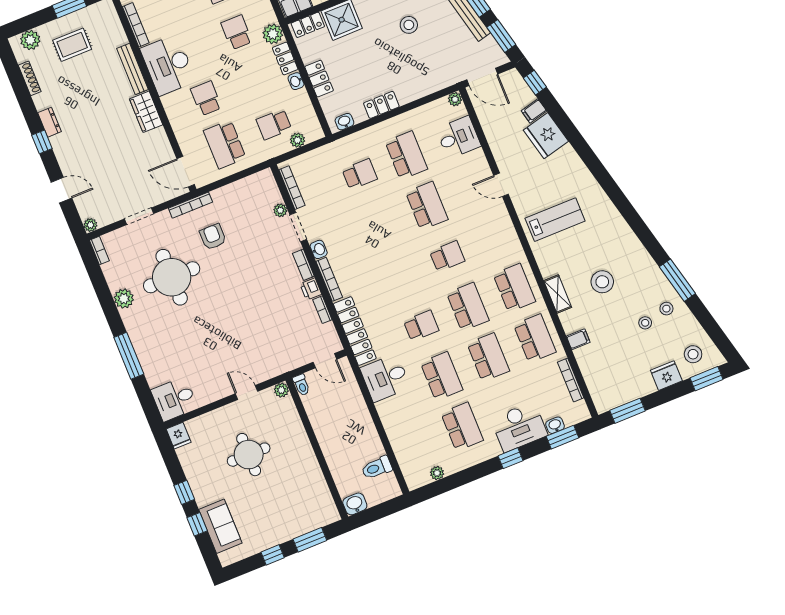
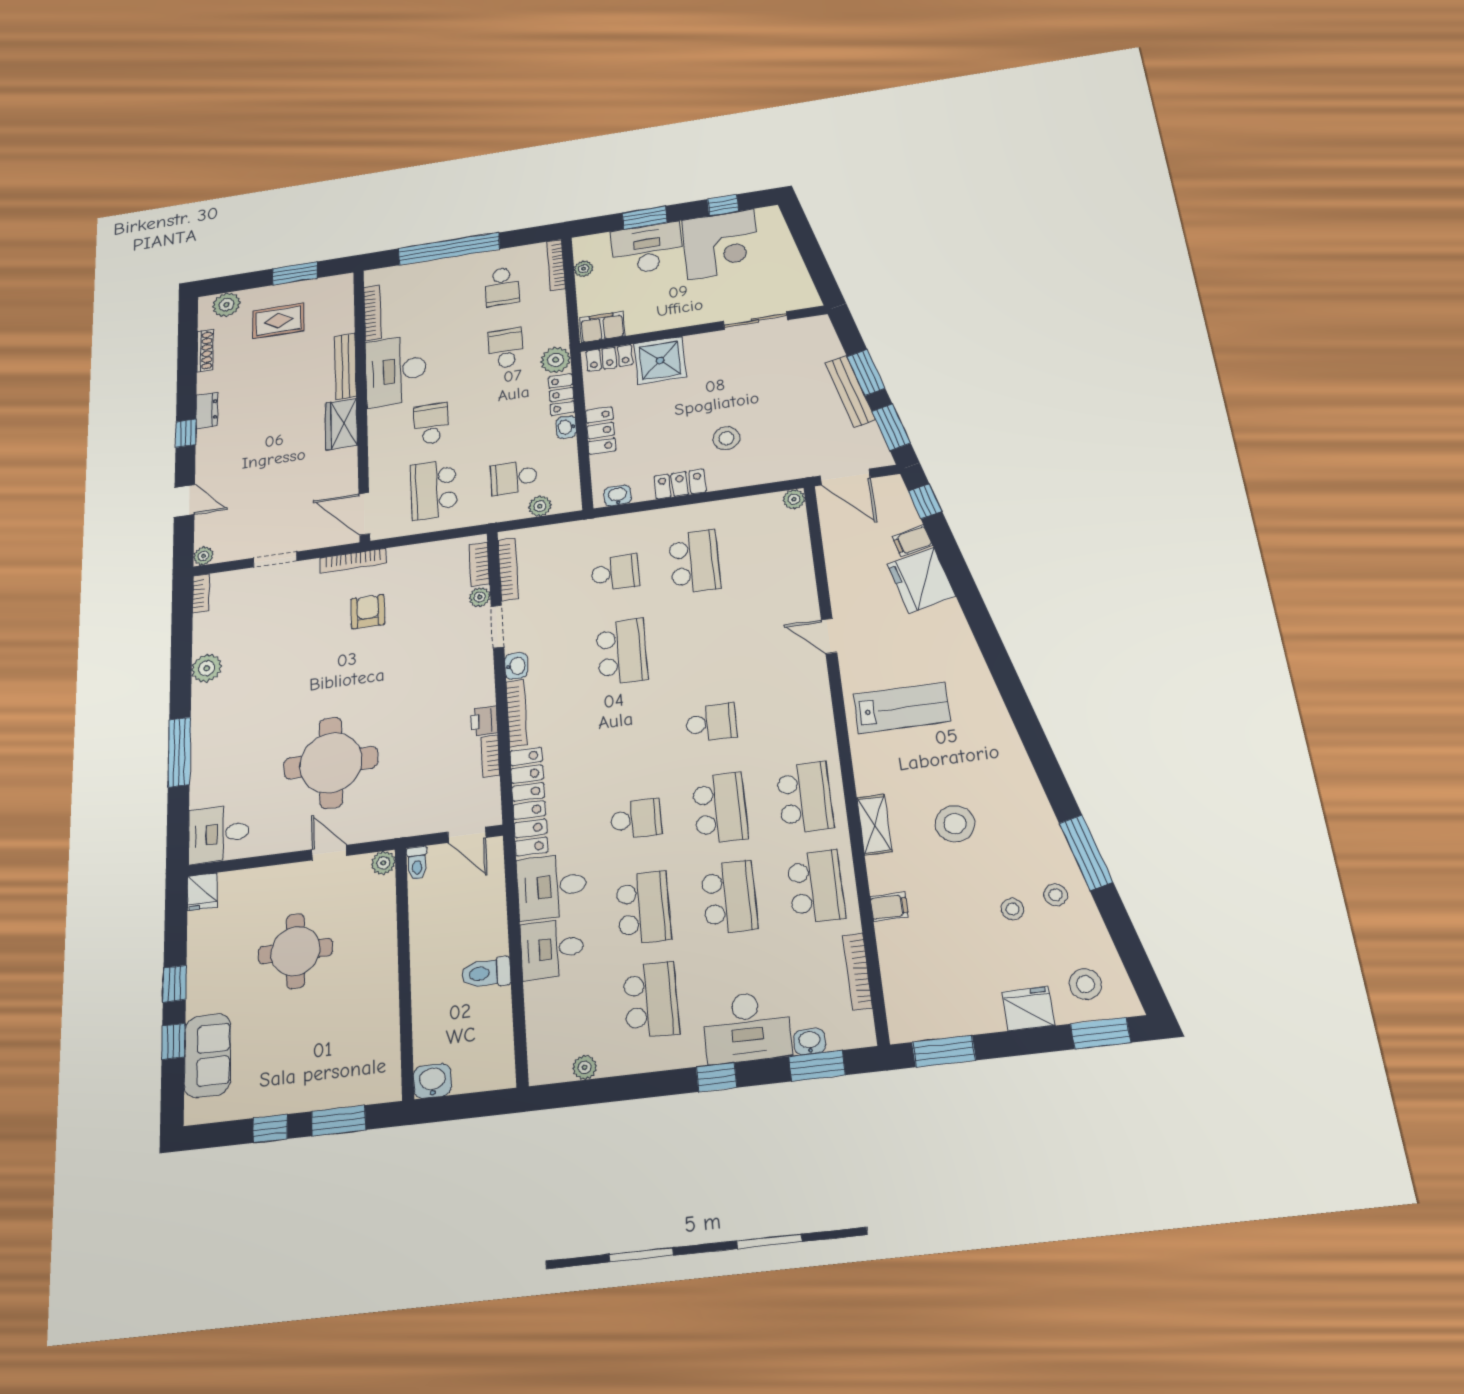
stool: (409, 25) -> (726, 438), moved
desk: (458, 137) -> (552, 949), moved, turned 180
school desk: (427, 206) -> (622, 652), moved
bookcase: (303, 265) -> (479, 564), moved
round table: (172, 277) -> (331, 763), moved
toilet: (377, 468) -> (486, 973), moved

